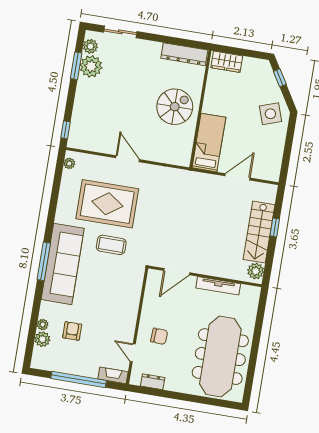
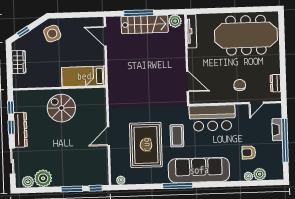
window: (163, 39) -> (11, 127), added
window: (188, 43) -> (11, 108), added
dresser: (184, 54) -> (20, 130), moved
wardrobe: (227, 62) -> (19, 62), moved
window: (76, 66) -> (72, 189), moved
door: (237, 177) -> (105, 36), moved
window: (275, 227) -> (139, 13), width x2.17
window: (44, 261) -> (178, 186), moved
tv unit: (218, 286) -> (192, 31), moved
bar counter: (125, 294) -> (212, 118), added
fireplace: (113, 375) -> (277, 130), moved

